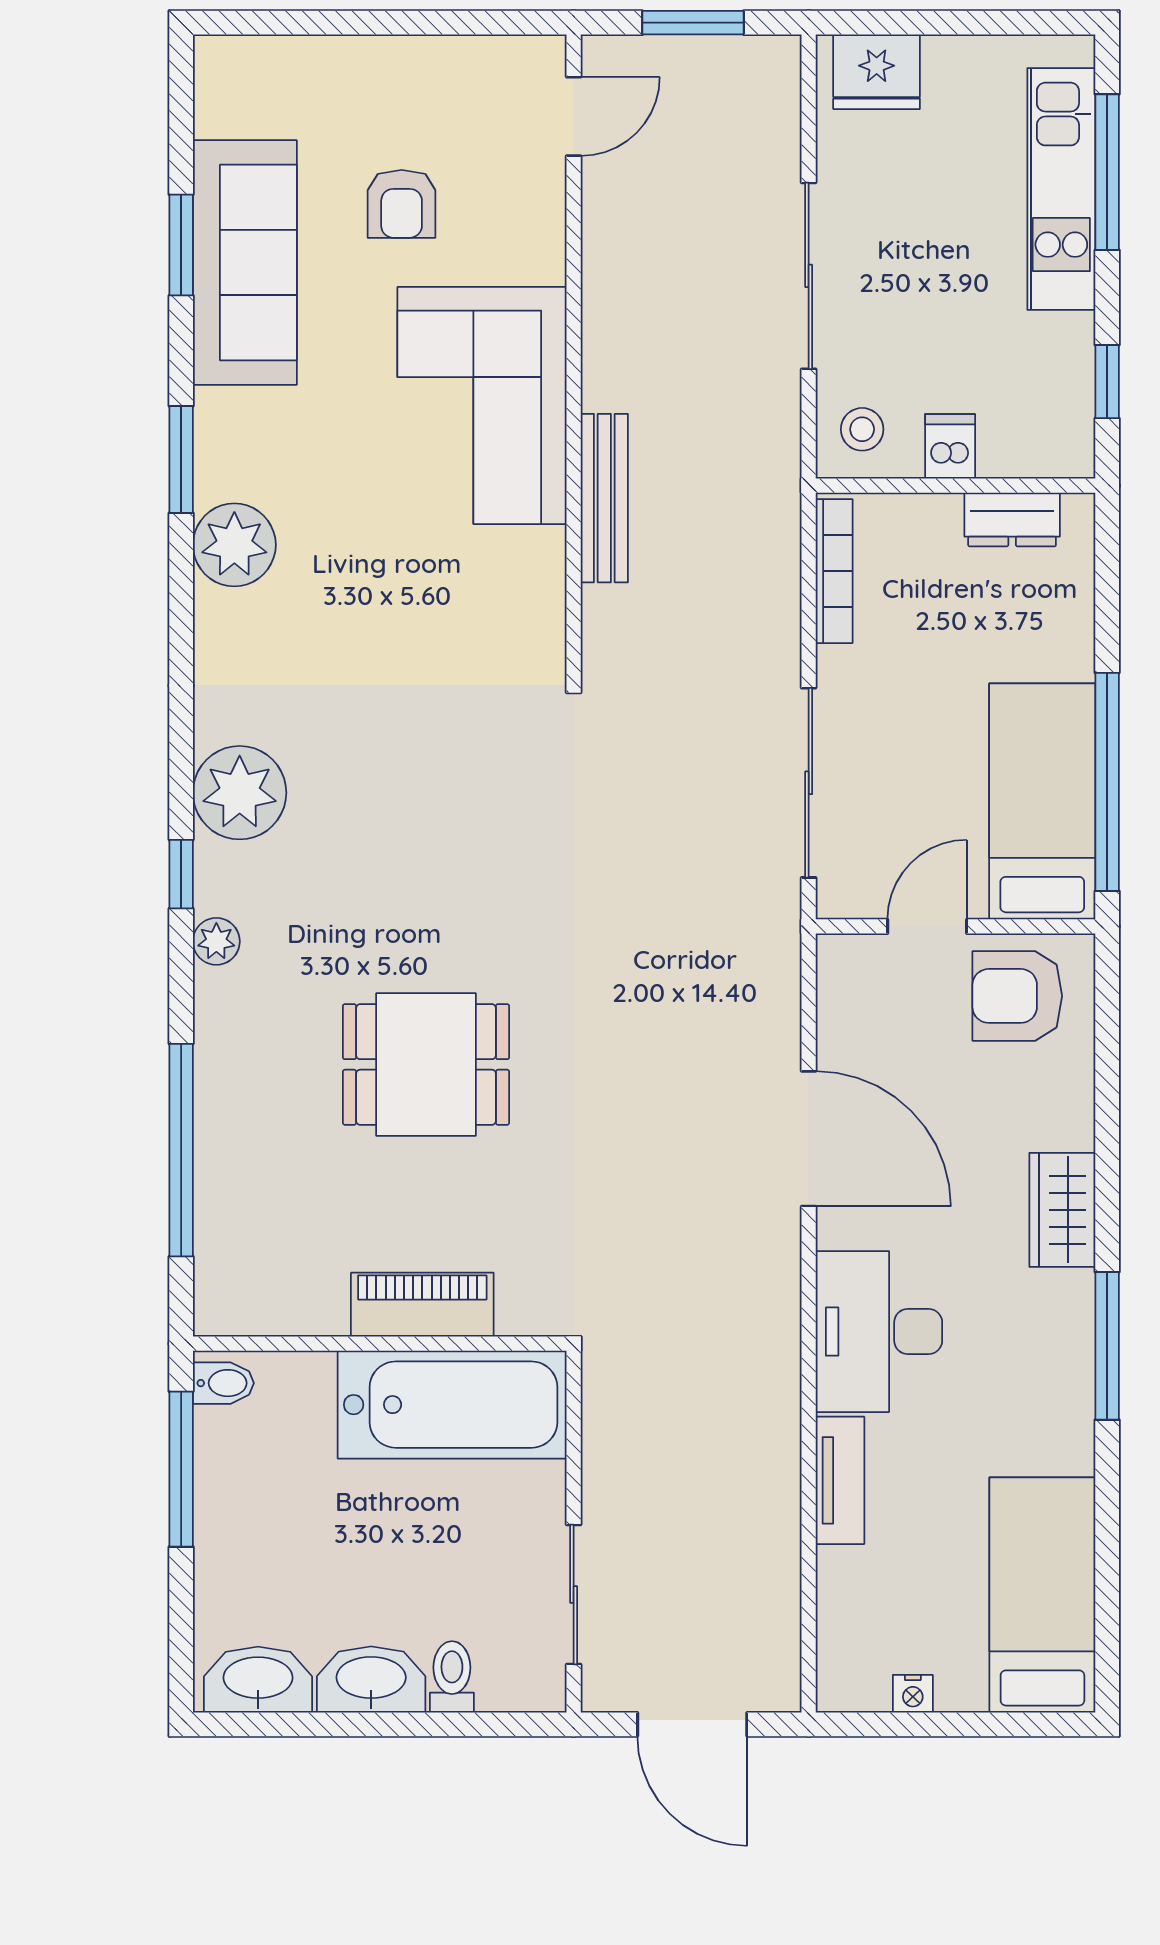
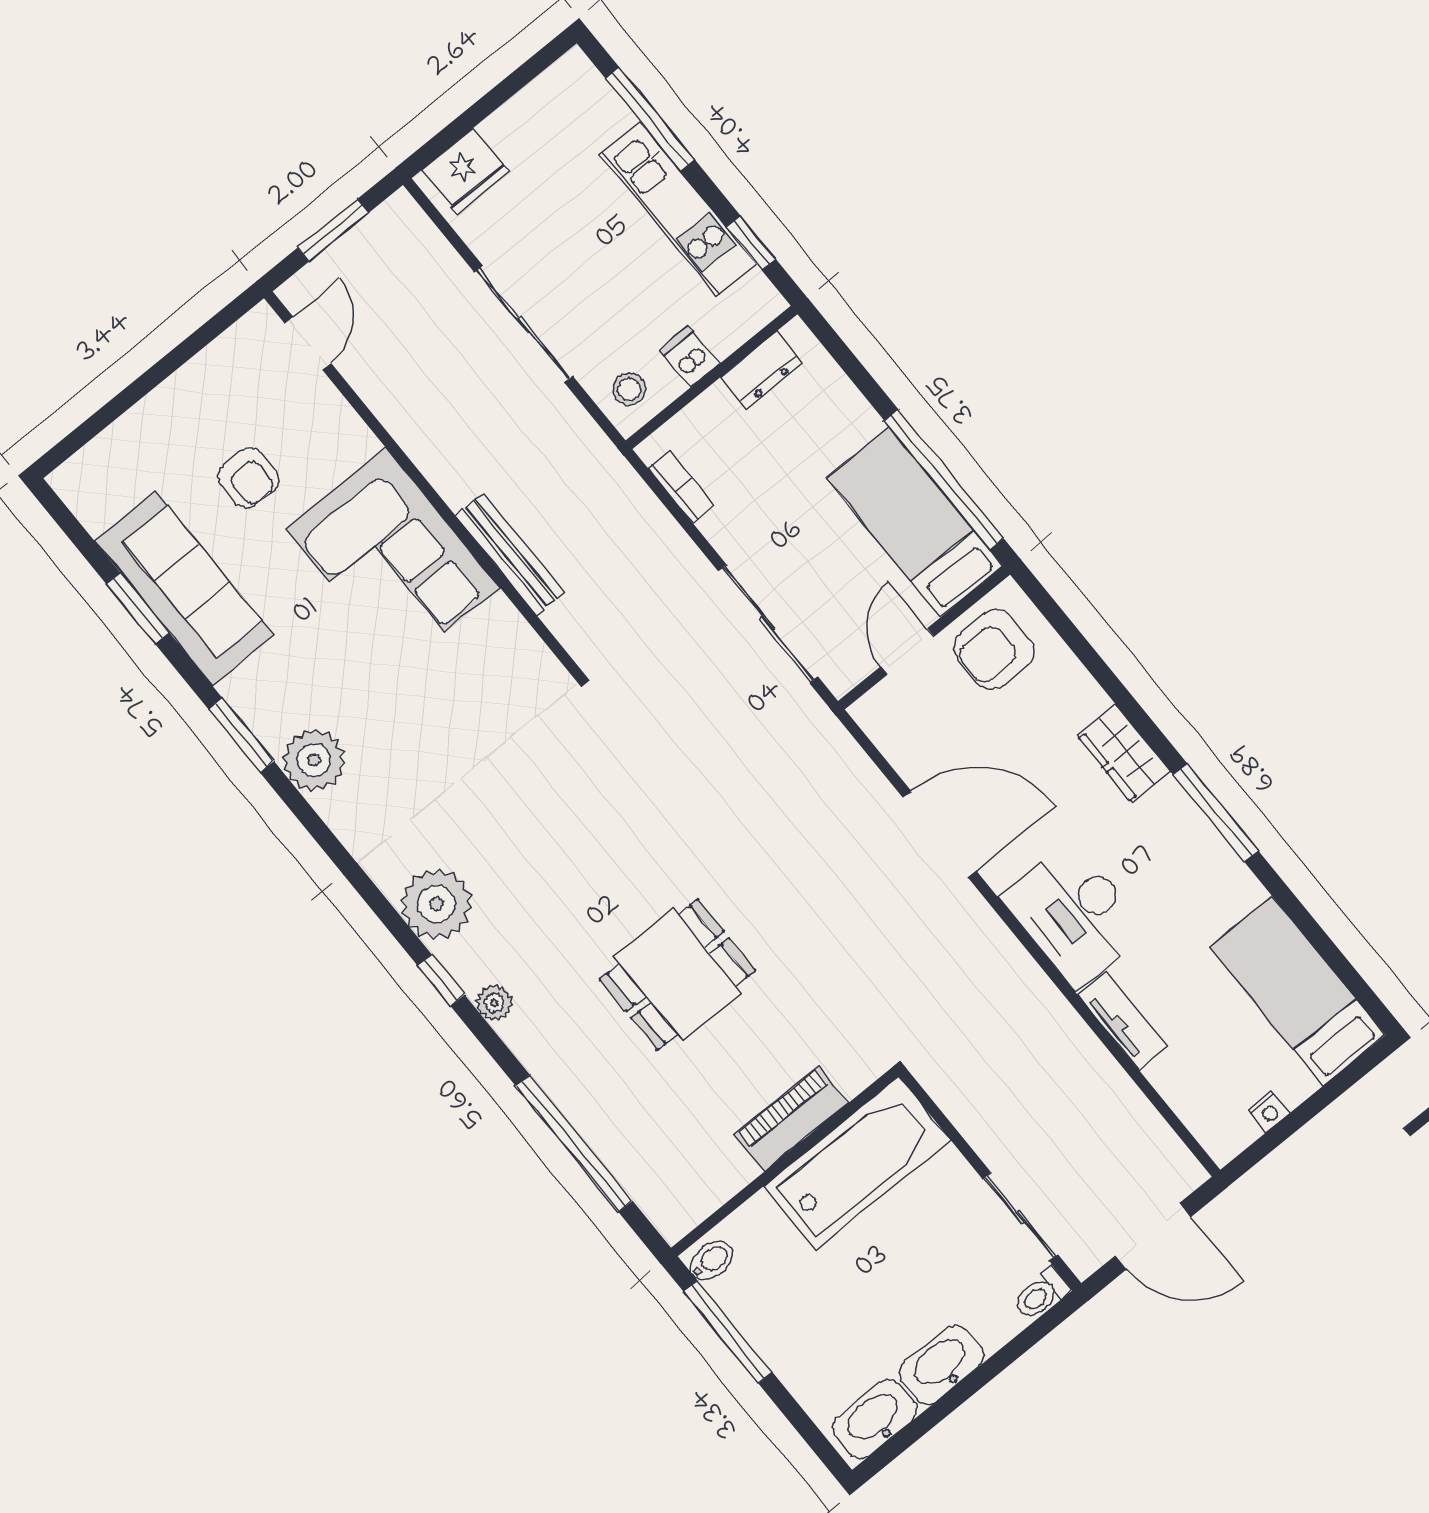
kitchen unit: (1061, 189) -> (679, 209), moved
bookcase: (834, 571) -> (681, 486), width x0.64
toilet: (452, 1677) -> (1041, 1294), moved, turned -90

